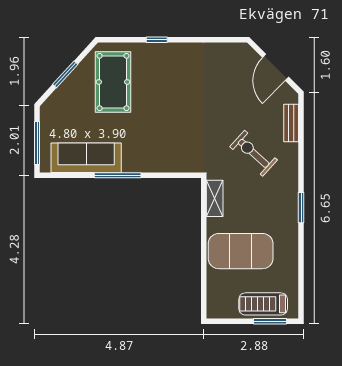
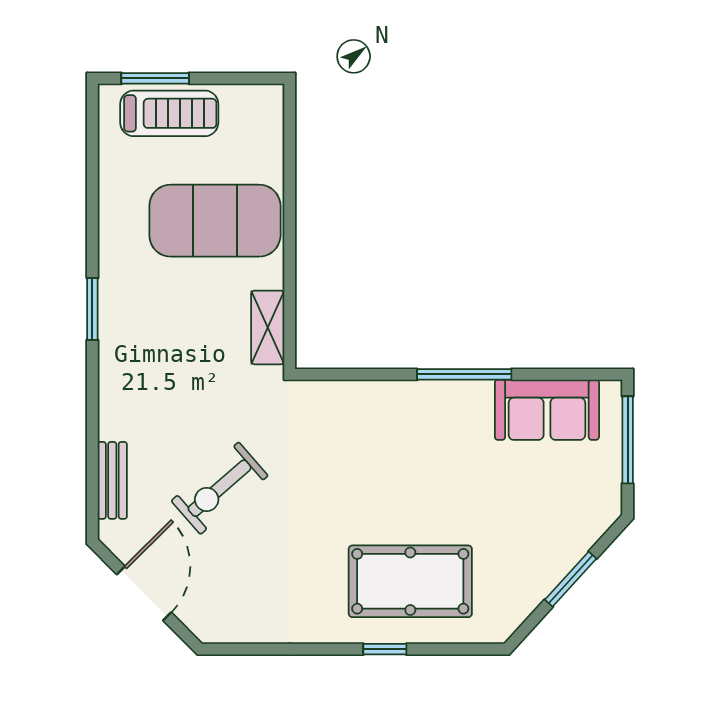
pool table: (113, 82) -> (410, 581), moved, turned 90
exercise bike: (254, 153) -> (220, 488), moved, turned 97
sofa: (86, 158) -> (547, 410), width x0.73

